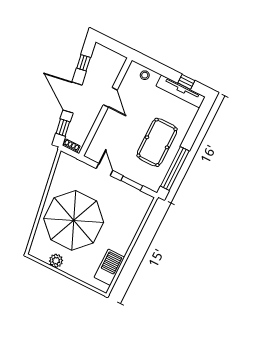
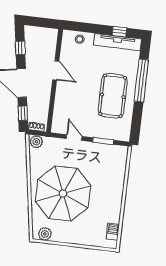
plant: (66, 160) -> (36, 142), added
window: (175, 168) -> (141, 80), moved
plant: (56, 261) -> (45, 234), moved
barbecue: (109, 267) -> (113, 232), width x0.53, depth x0.65

